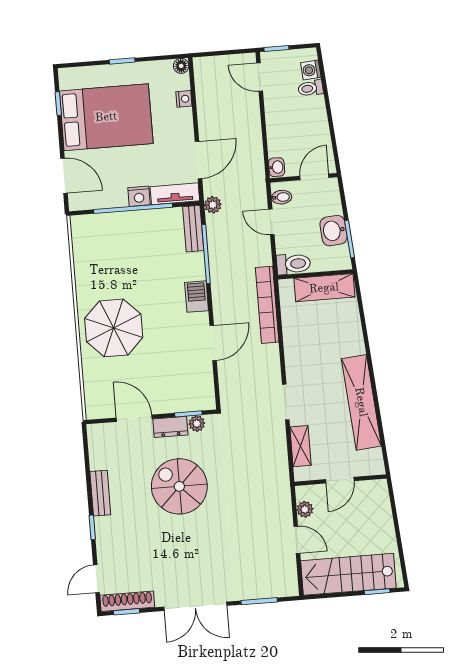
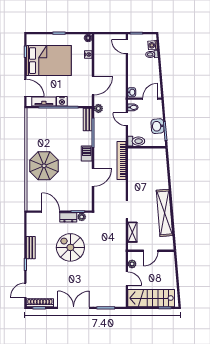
tv unit: (175, 194) -> (44, 101), moved
shelving: (324, 288) -> (151, 154), removed
double door: (195, 606) -> (74, 308), swing flipped

